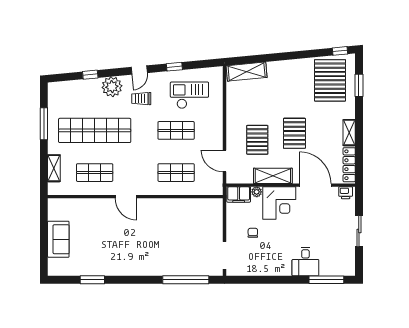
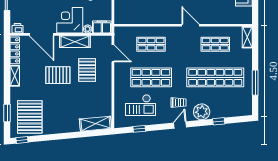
window: (174, 67) -> (139, 129), moved
shop shelf: (176, 130) -> (151, 77), width x1.43, depth x1.36
pallet: (294, 133) -> (58, 75), turned 90
shelving: (54, 168) -> (247, 37), moved

